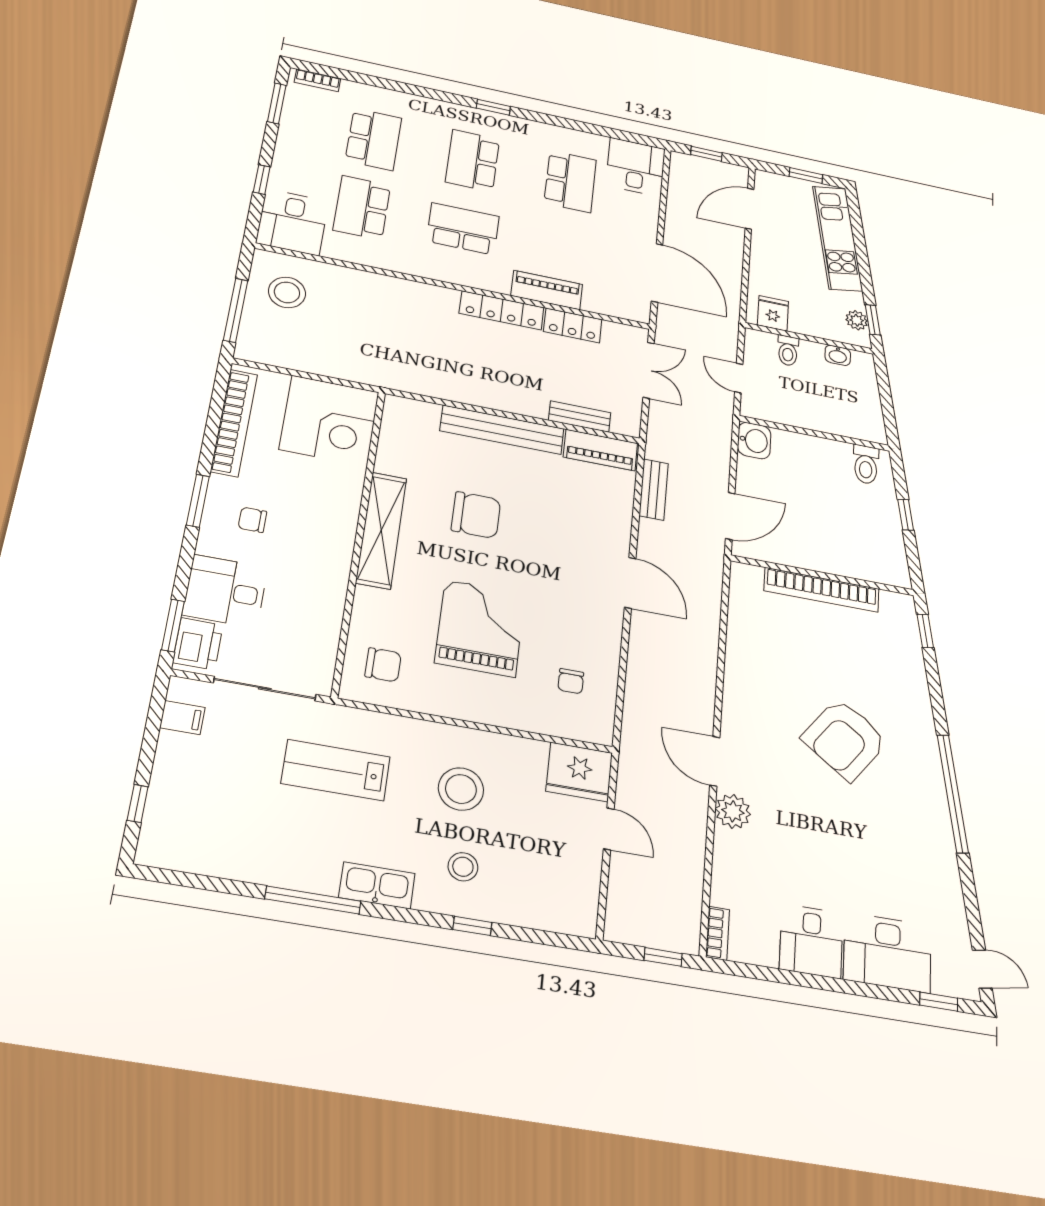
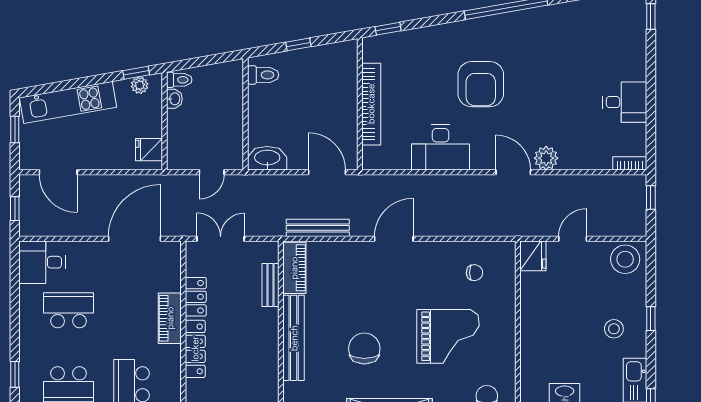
toilet: (788, 351) -> (179, 80), moved
washbasin: (754, 441) -> (267, 158), width x1.38
bench: (654, 490) -> (318, 228), width x1.36
grand piano: (480, 628) -> (448, 336), turned 180
armchair: (845, 739) -> (481, 84), turned 54
door: (715, 761) -> (513, 172), swing flipped
fridge: (579, 772) -> (533, 256), width x0.73, depth x0.75
stool: (461, 789) -> (625, 259), moved
desk: (887, 953) -> (441, 147), moved, turned 90

